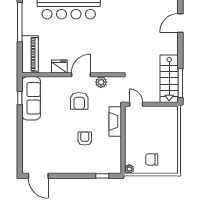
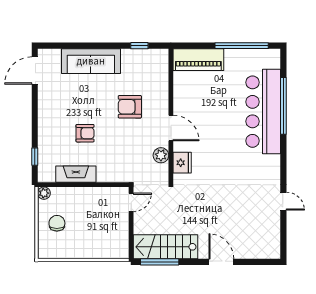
door: (180, 23) -> (221, 262), moved
fridge: (59, 66) -> (182, 163), moved
sofa: (31, 98) -> (91, 61), moved
armchair: (79, 101) -> (130, 107), moved
fireplace: (115, 121) -> (76, 174), moved

